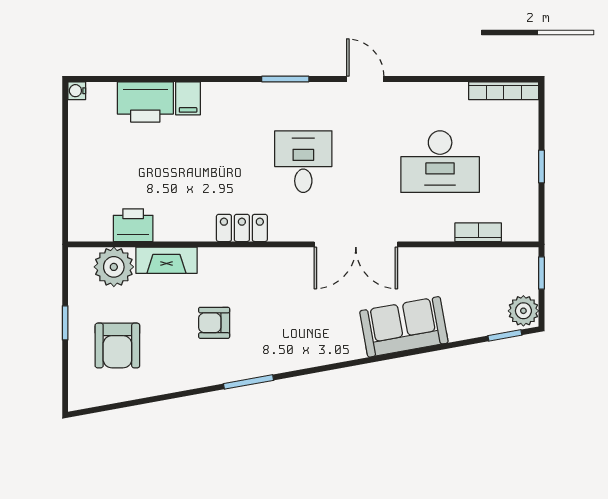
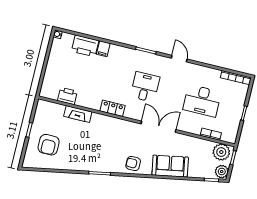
double door: (356, 244) -> (158, 127), swing flipped
plant: (114, 267) -> (221, 152), moved
armchair: (214, 323) -> (133, 163), moved

